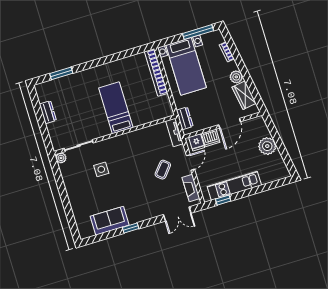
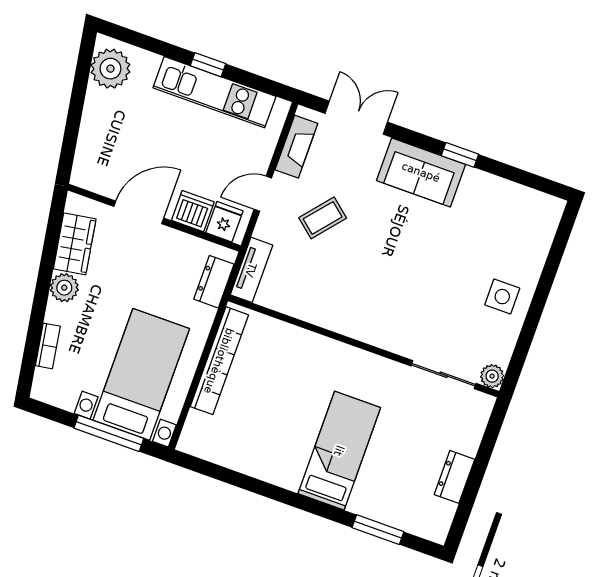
window: (198, 32) -> (109, 433), moved
bookcase: (156, 72) -> (219, 361), moved
bed: (116, 108) -> (339, 451), moved, turned 180
plant: (267, 146) -> (110, 69), moved
side table: (101, 169) -> (502, 297), moved
window: (223, 200) -> (208, 65), moved
sofa: (110, 221) -> (421, 172), moved

